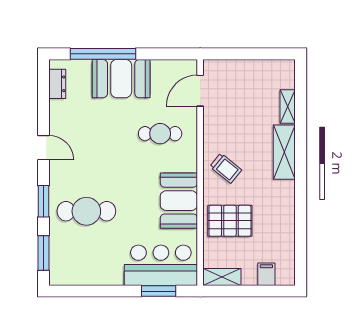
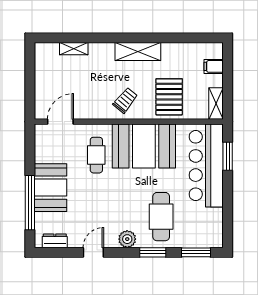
door: (200, 91) -> (60, 122), swing flipped
door: (44, 148) -> (93, 252), moved
shelving: (284, 152) -> (138, 51), moved
plant: (59, 171) -> (127, 239), added
booth: (179, 201) -> (144, 146), width x1.36, depth x1.42
bar counter: (161, 265) -> (206, 166), width x1.36

